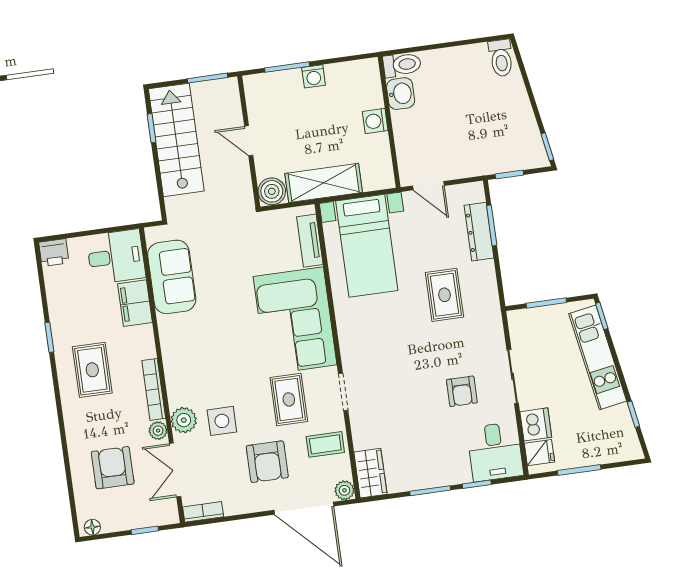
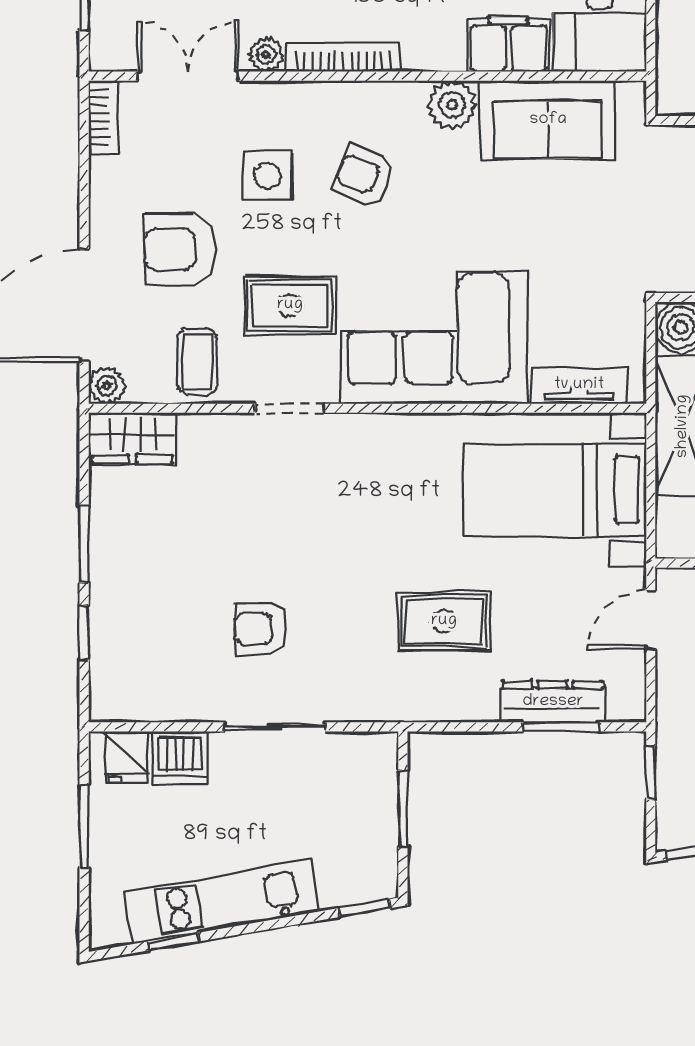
kitchen unit: (598, 357) -> (222, 901), moved
armchair: (215, 370) -> (364, 176), added
plant: (184, 420) -> (452, 105), moved
desk: (495, 452) -> (140, 675), removed

